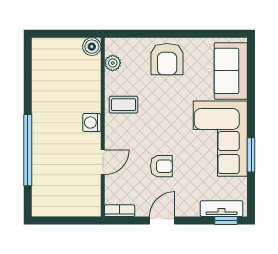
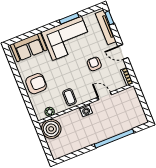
boiler: (92, 47) -> (51, 129), width x1.86, depth x1.86
tv unit: (222, 209) -> (106, 27), width x1.41

